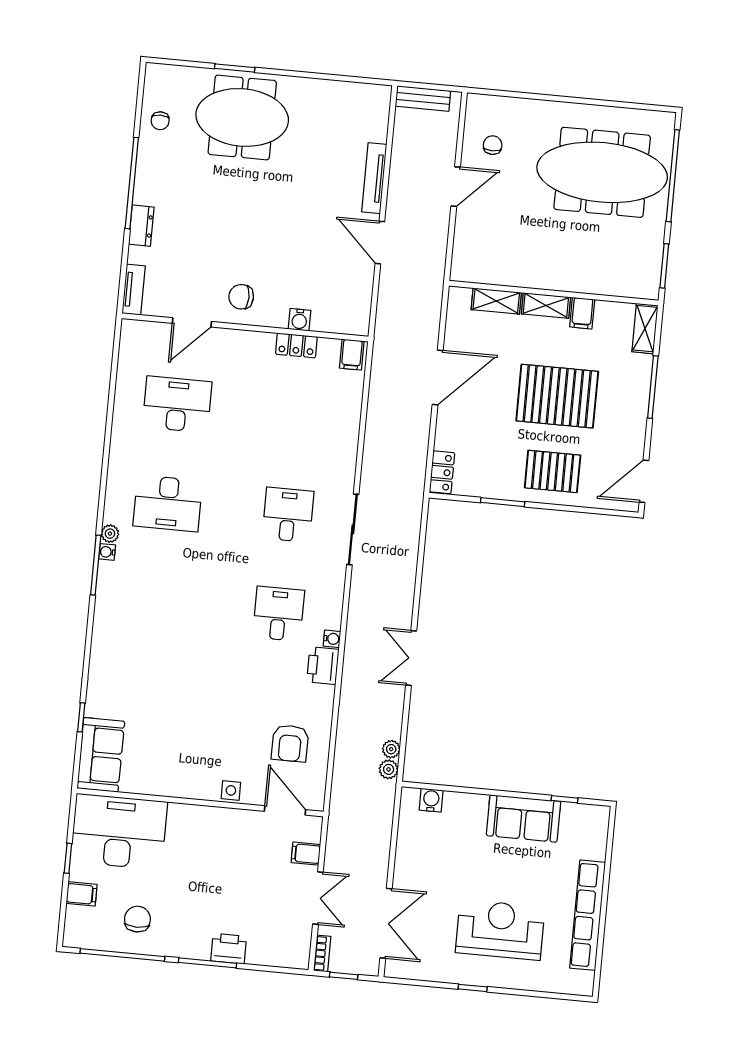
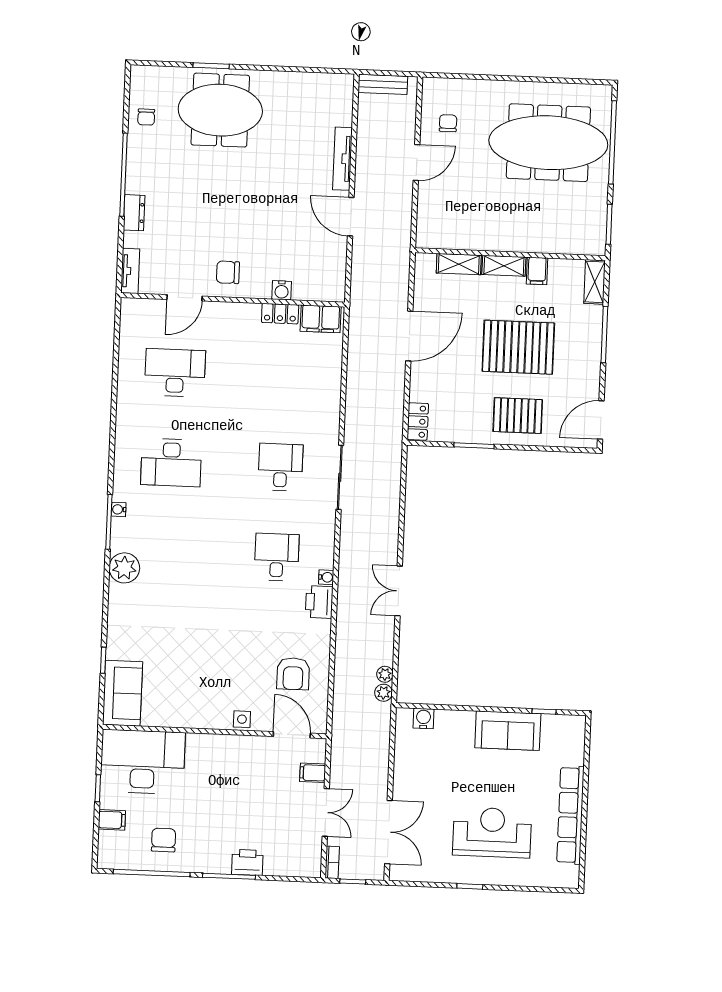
filing cabinet: (352, 355) -> (321, 319), width x2.00
plant: (110, 534) -> (124, 568), moved, width x1.87, depth x1.87

